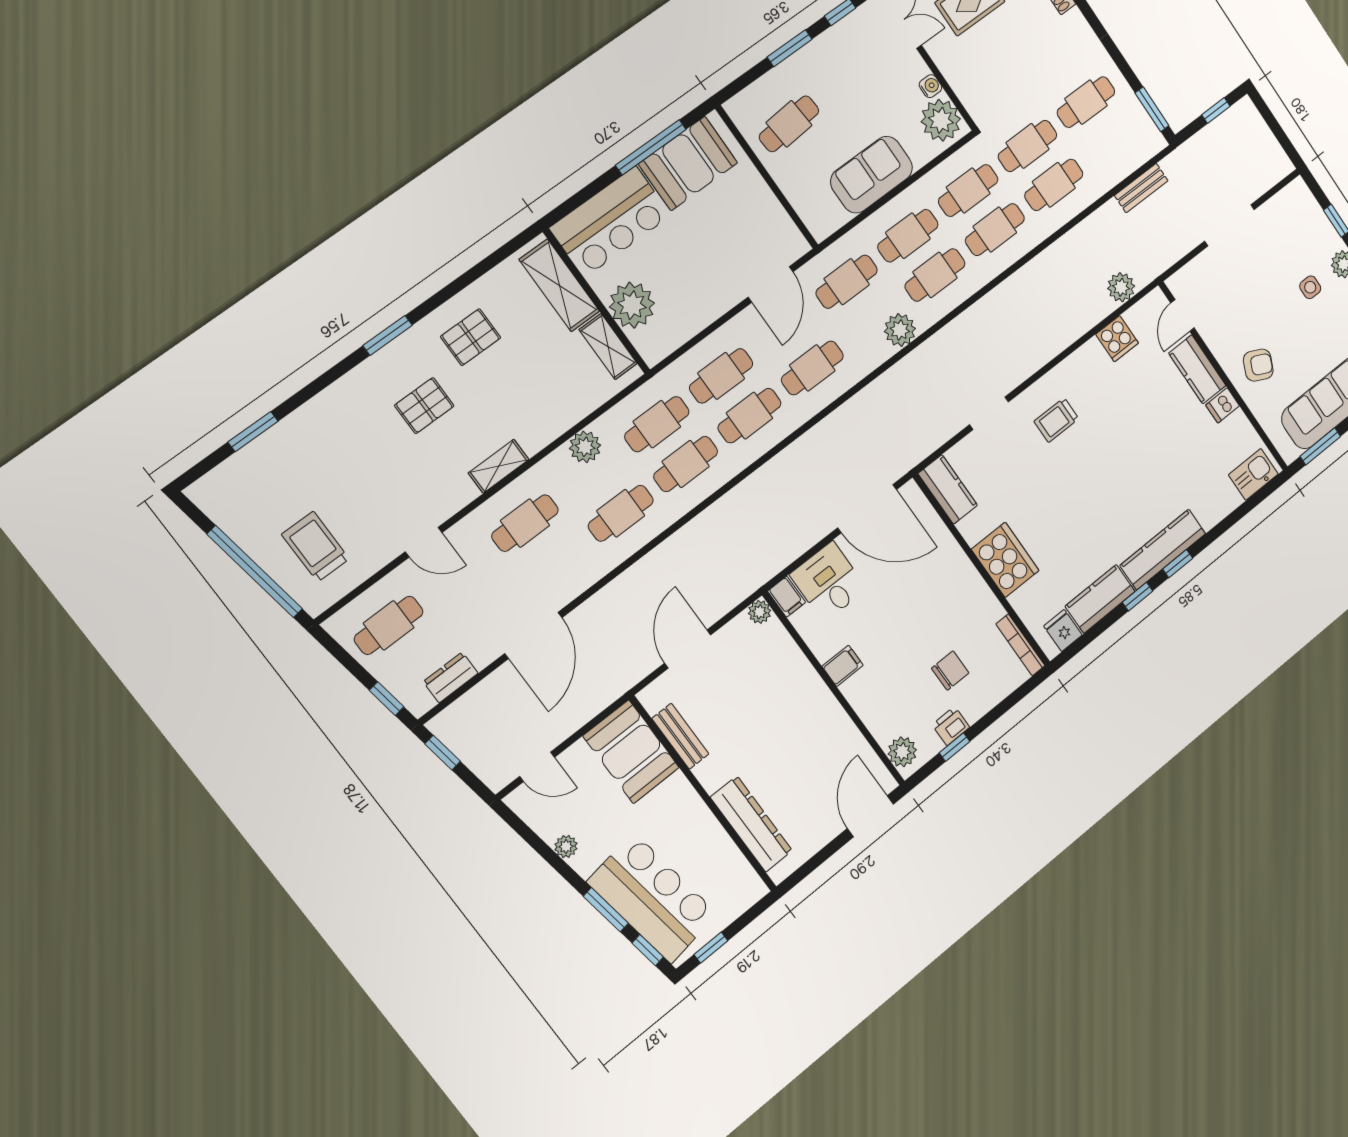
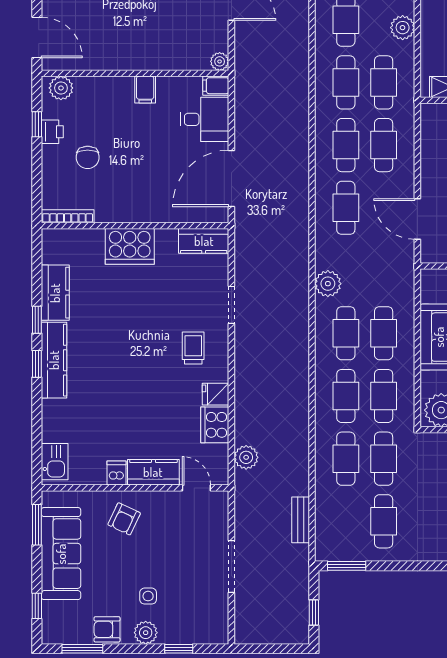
cafe table: (847, 282) -> (384, 271), removed
cooker: (1117, 339) -> (215, 425), width x1.36
fridge: (1063, 630) -> (216, 394), moved, turned 180

